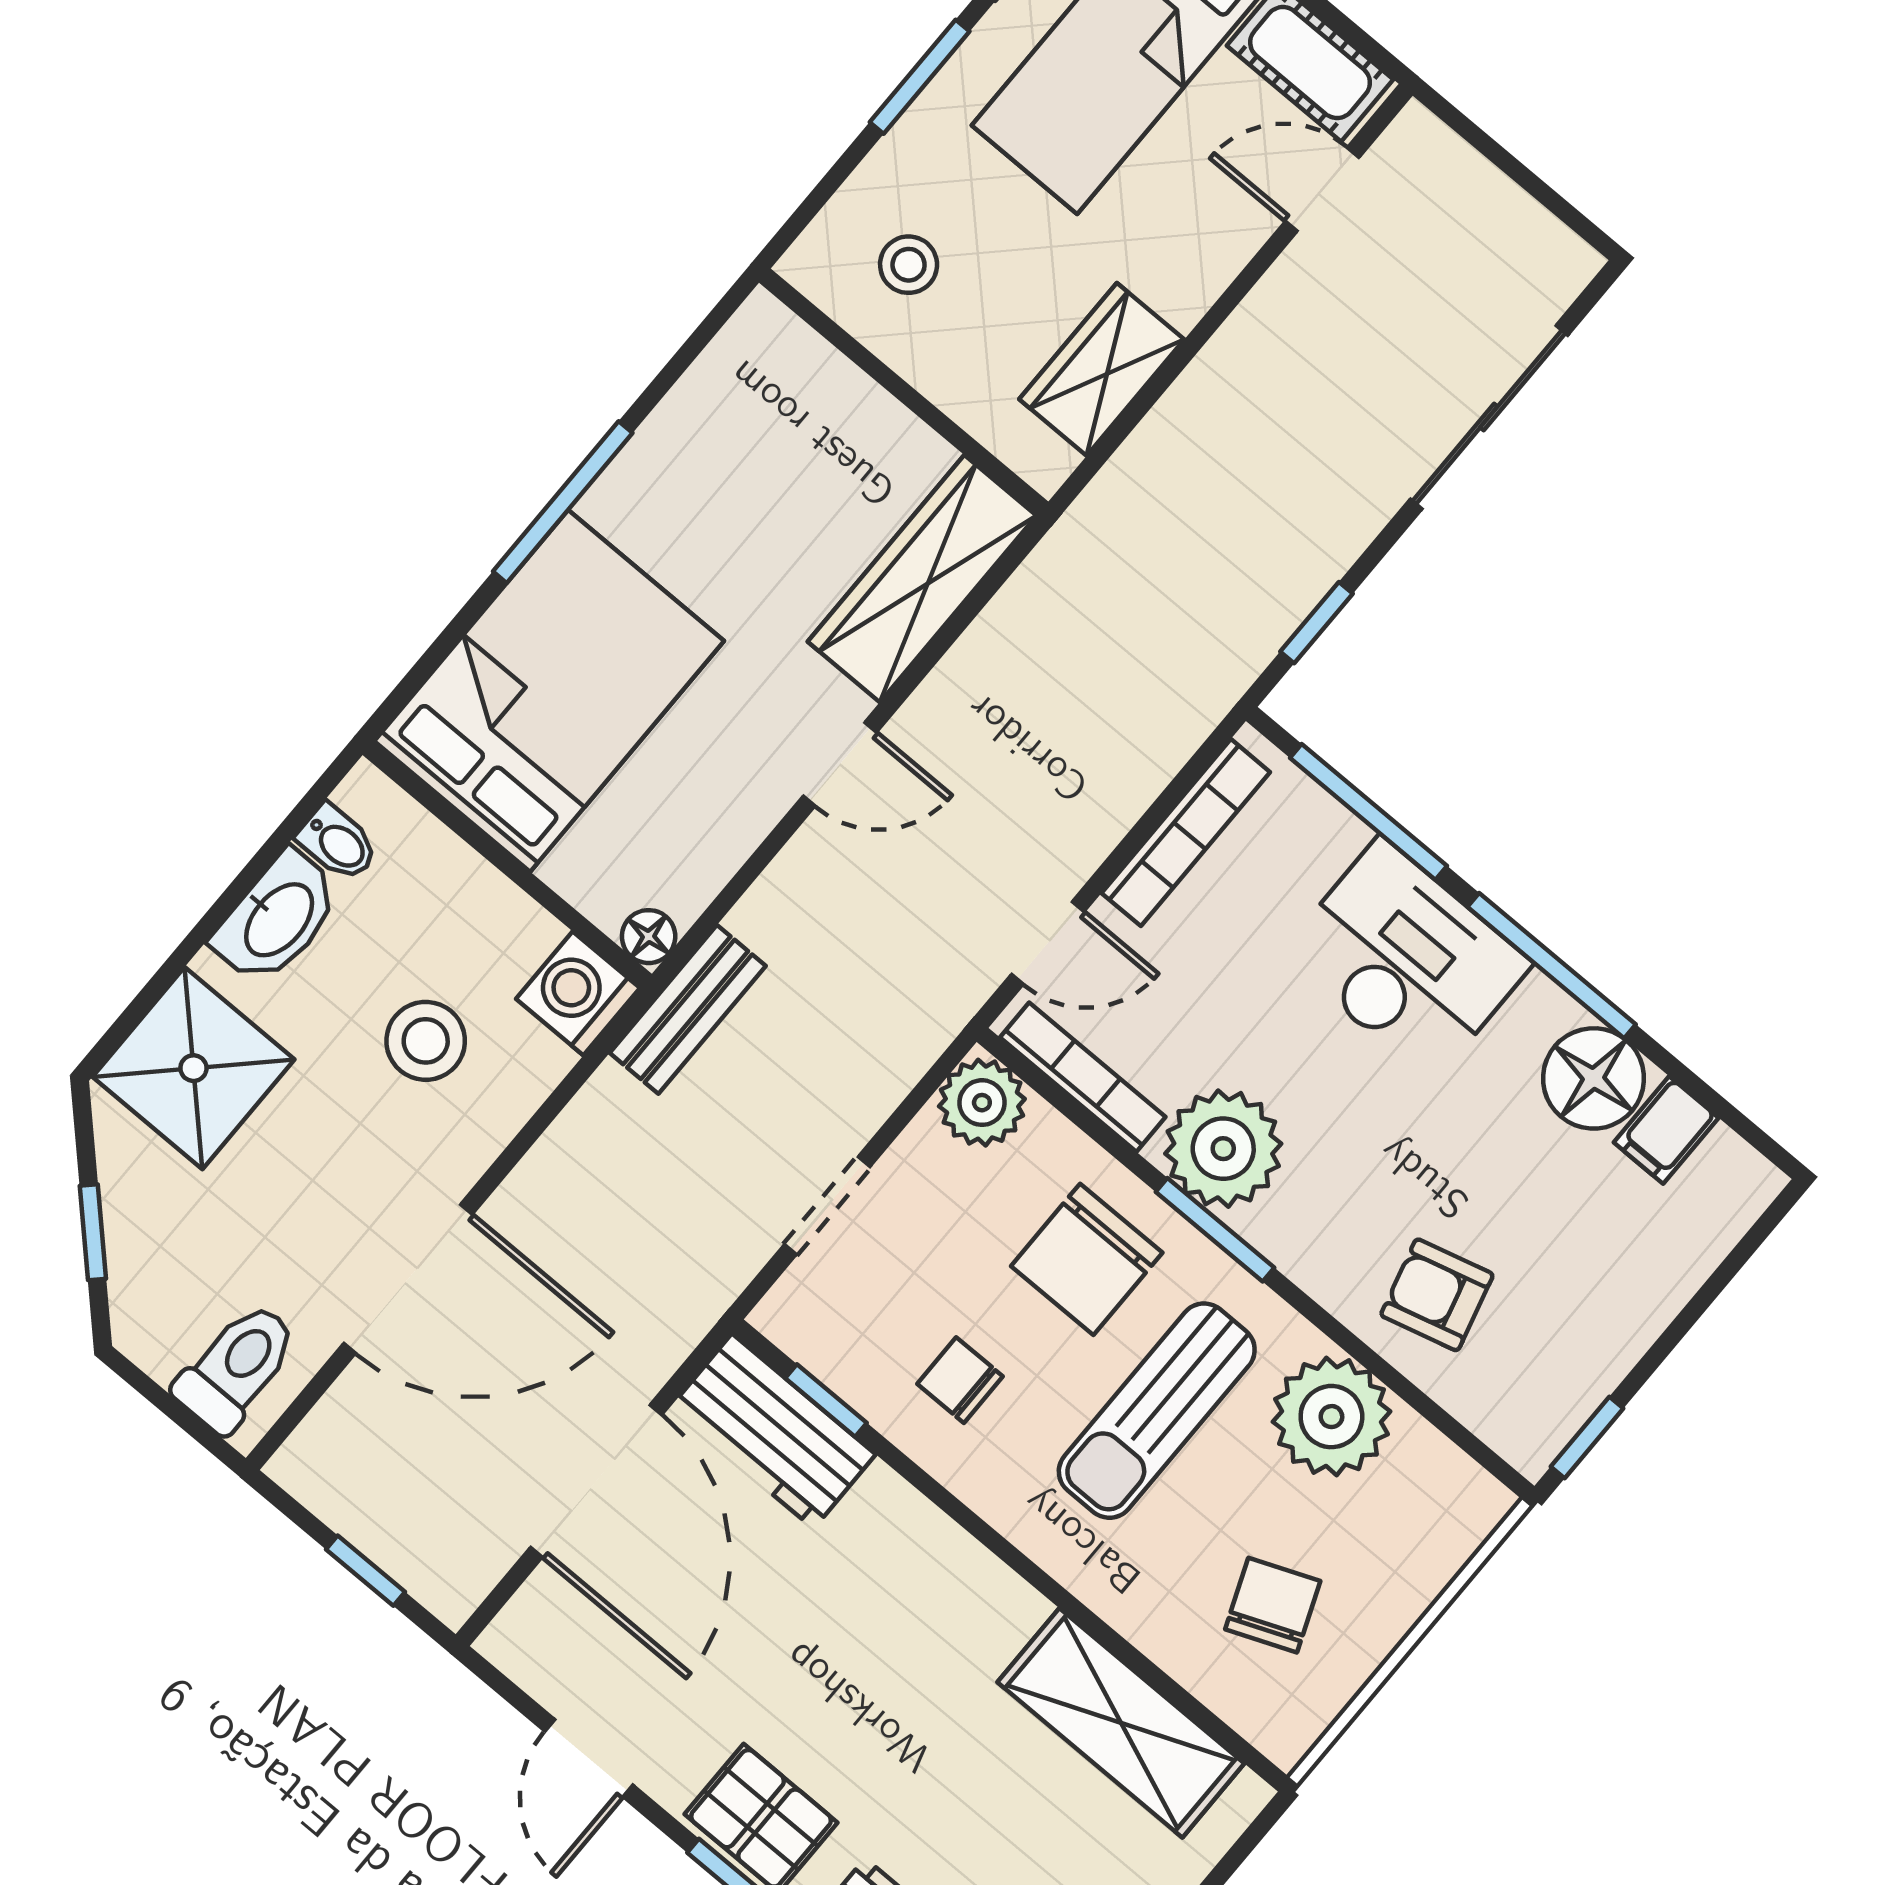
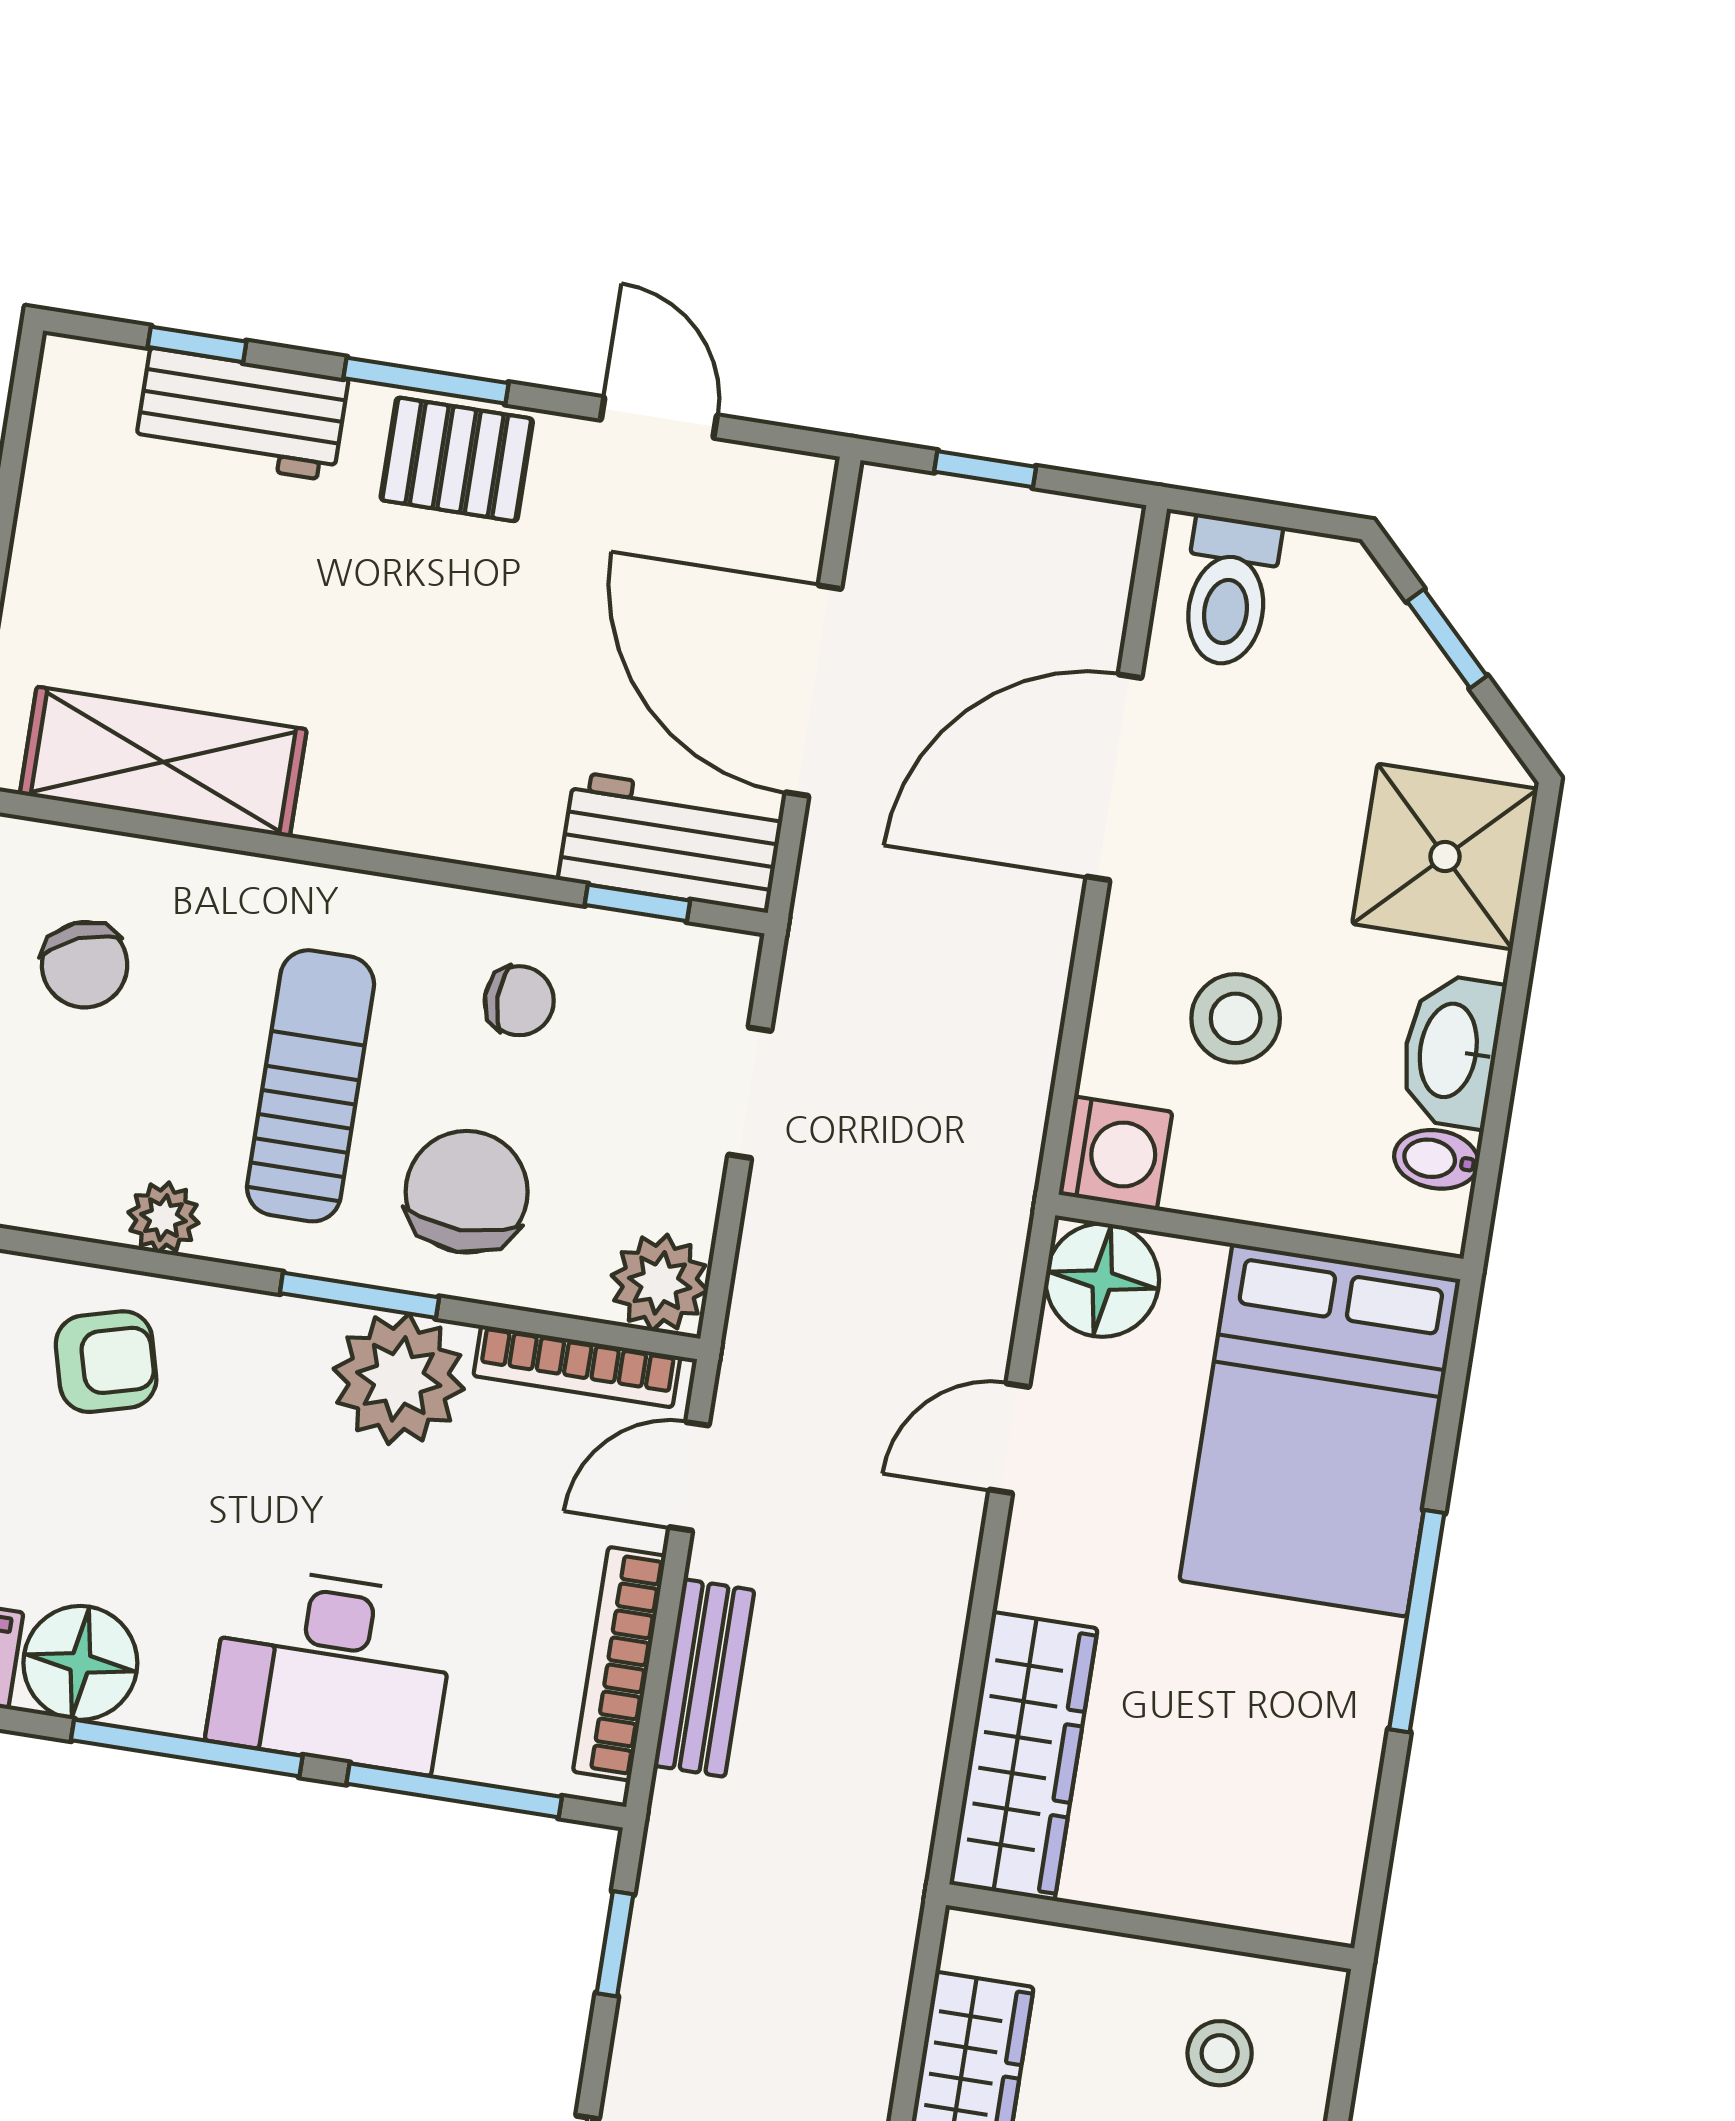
door: (840, 764) -> (1009, 1438), moved
floor lamp: (649, 937) -> (1102, 1280), width x1.89, depth x1.89
bench: (688, 1009) -> (704, 1678), moved
plant: (1331, 1417) -> (163, 1218), width x0.53, depth x0.53

